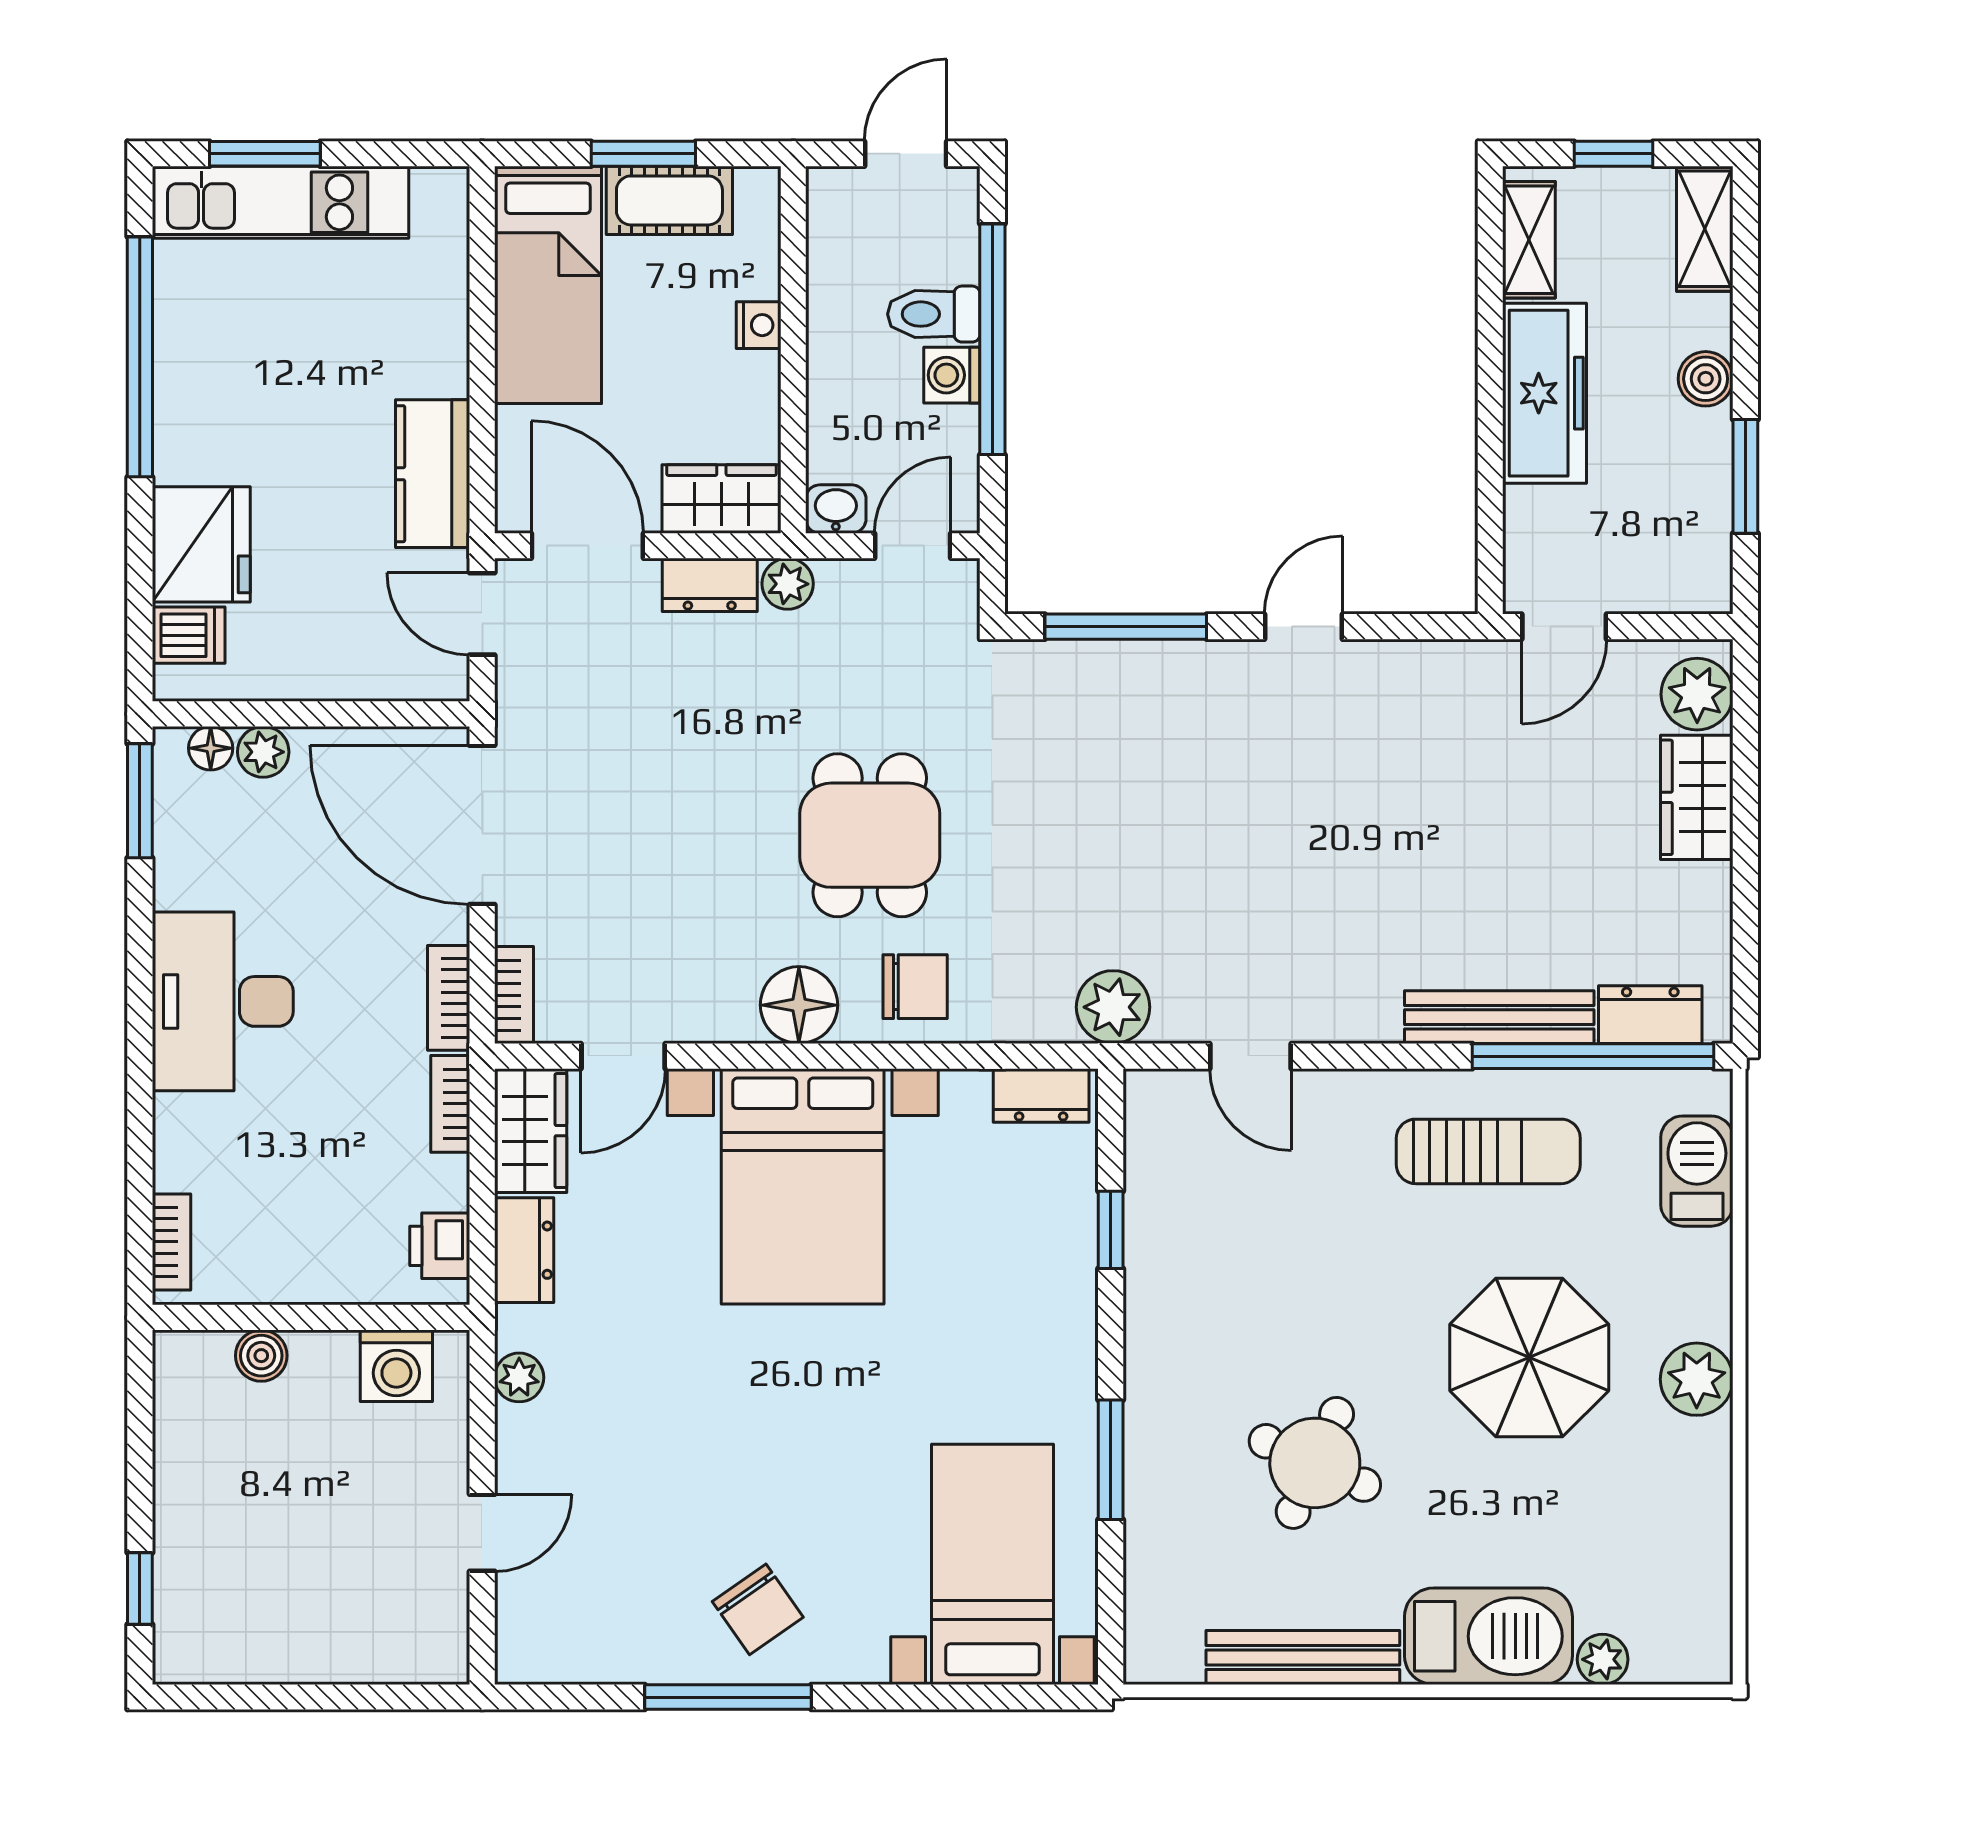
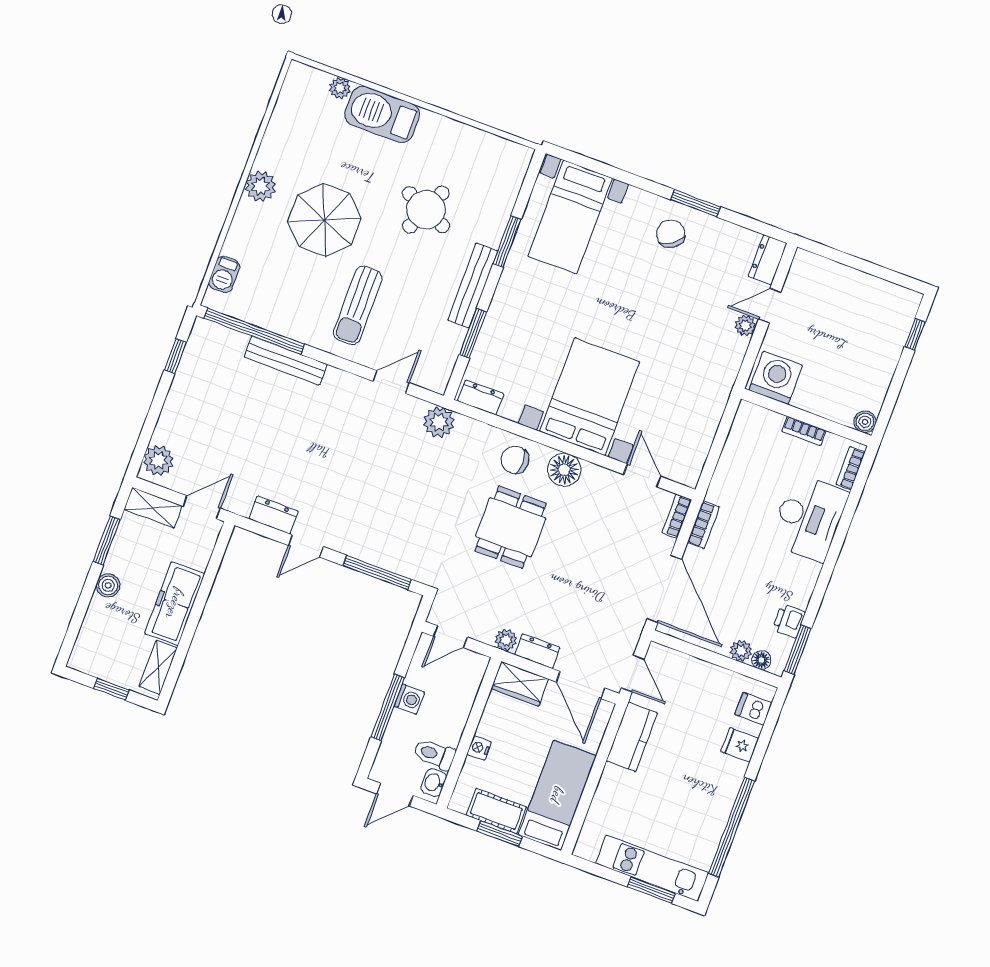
shelving: (1705, 229) -> (153, 508), moved, turned 90
toilet: (934, 314) -> (434, 754), moved, turned 180
window: (992, 339) -> (388, 707), width x0.68
washbasin: (836, 509) -> (434, 783), moved, turned 90
fridge: (201, 544) -> (740, 745), width x0.53, depth x0.75
wardrobe: (1697, 797) -> (174, 419), removed
window: (1745, 937) -> (175, 356), added
desk: (223, 1001) -> (809, 518), moved
dresser: (1650, 1015) -> (274, 515), moved, turned 180
door: (623, 1056) -> (642, 475), hinge flipped
door: (1251, 1056) -> (391, 382), hinge flipped
bookcase: (450, 1104) -> (804, 431), moved, turned 90
wardrobe: (531, 1131) -> (690, 459), removed
sun lounger: (1488, 1151) -> (358, 305), moved, turned -90
barbecue: (1697, 1171) -> (224, 274), width x0.73, depth x0.79
window: (1111, 1230) -> (473, 333), width x1.50
printer: (440, 1246) -> (789, 621), moved, turned 180
dresser: (524, 1250) -> (768, 260), moved
boiler: (261, 1356) -> (865, 422), moved
washing machine: (396, 1366) -> (776, 378), width x1.37, depth x1.37
plant: (519, 1377) -> (745, 326), moved
bench: (1303, 1658) -> (473, 285), moved, turned 90
window: (728, 1697) -> (696, 203), width x0.69

